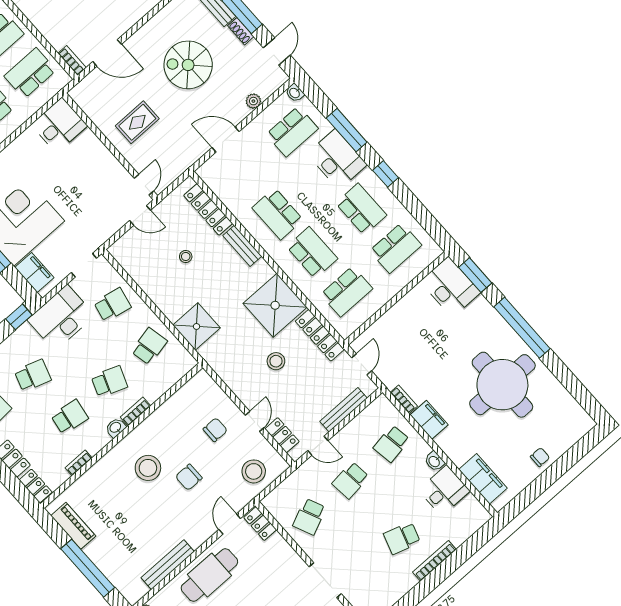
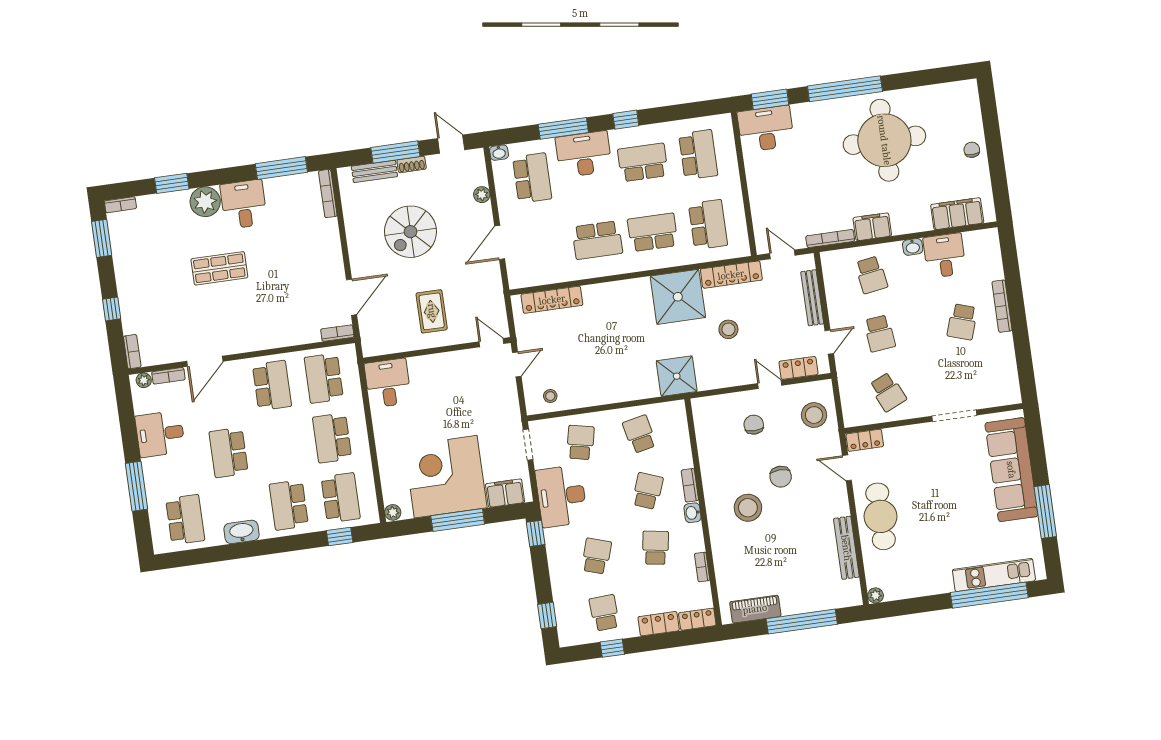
bench: (242, 246) -> (605, 291), removed
stool: (186, 256) -> (550, 396), moved
shower: (196, 326) -> (677, 376), moved
bookcase: (404, 399) -> (830, 239), width x1.56

